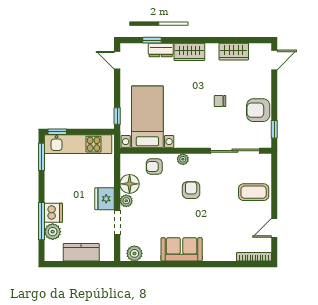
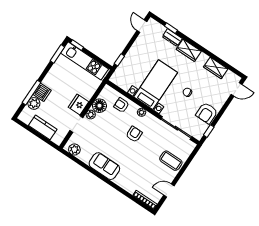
armchair: (258, 110) -> (207, 113), turned -90
bed with nightstands: (147, 117) -> (156, 85), moved

